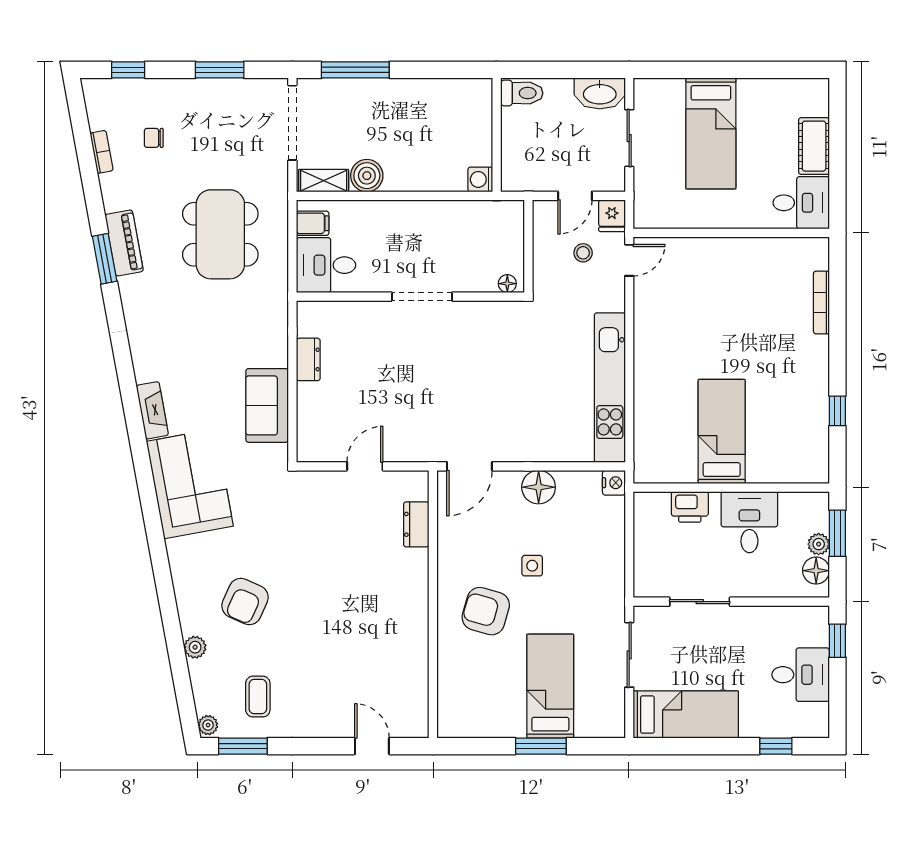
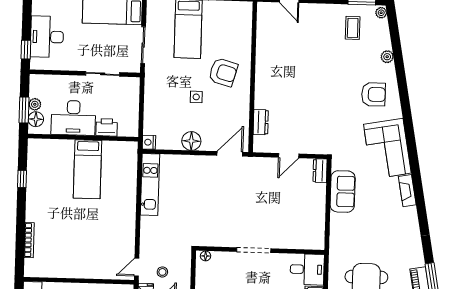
dresser: (308, 359) -> (320, 171), moved
kitchen unit: (610, 388) -> (150, 185), width x0.73
desk: (749, 522) -> (73, 118), width x1.37
floor lamp: (816, 571) -> (36, 119), moved
armchair: (245, 602) -> (374, 94), moved, turned 66
desk: (801, 675) -> (47, 37), width x1.37

